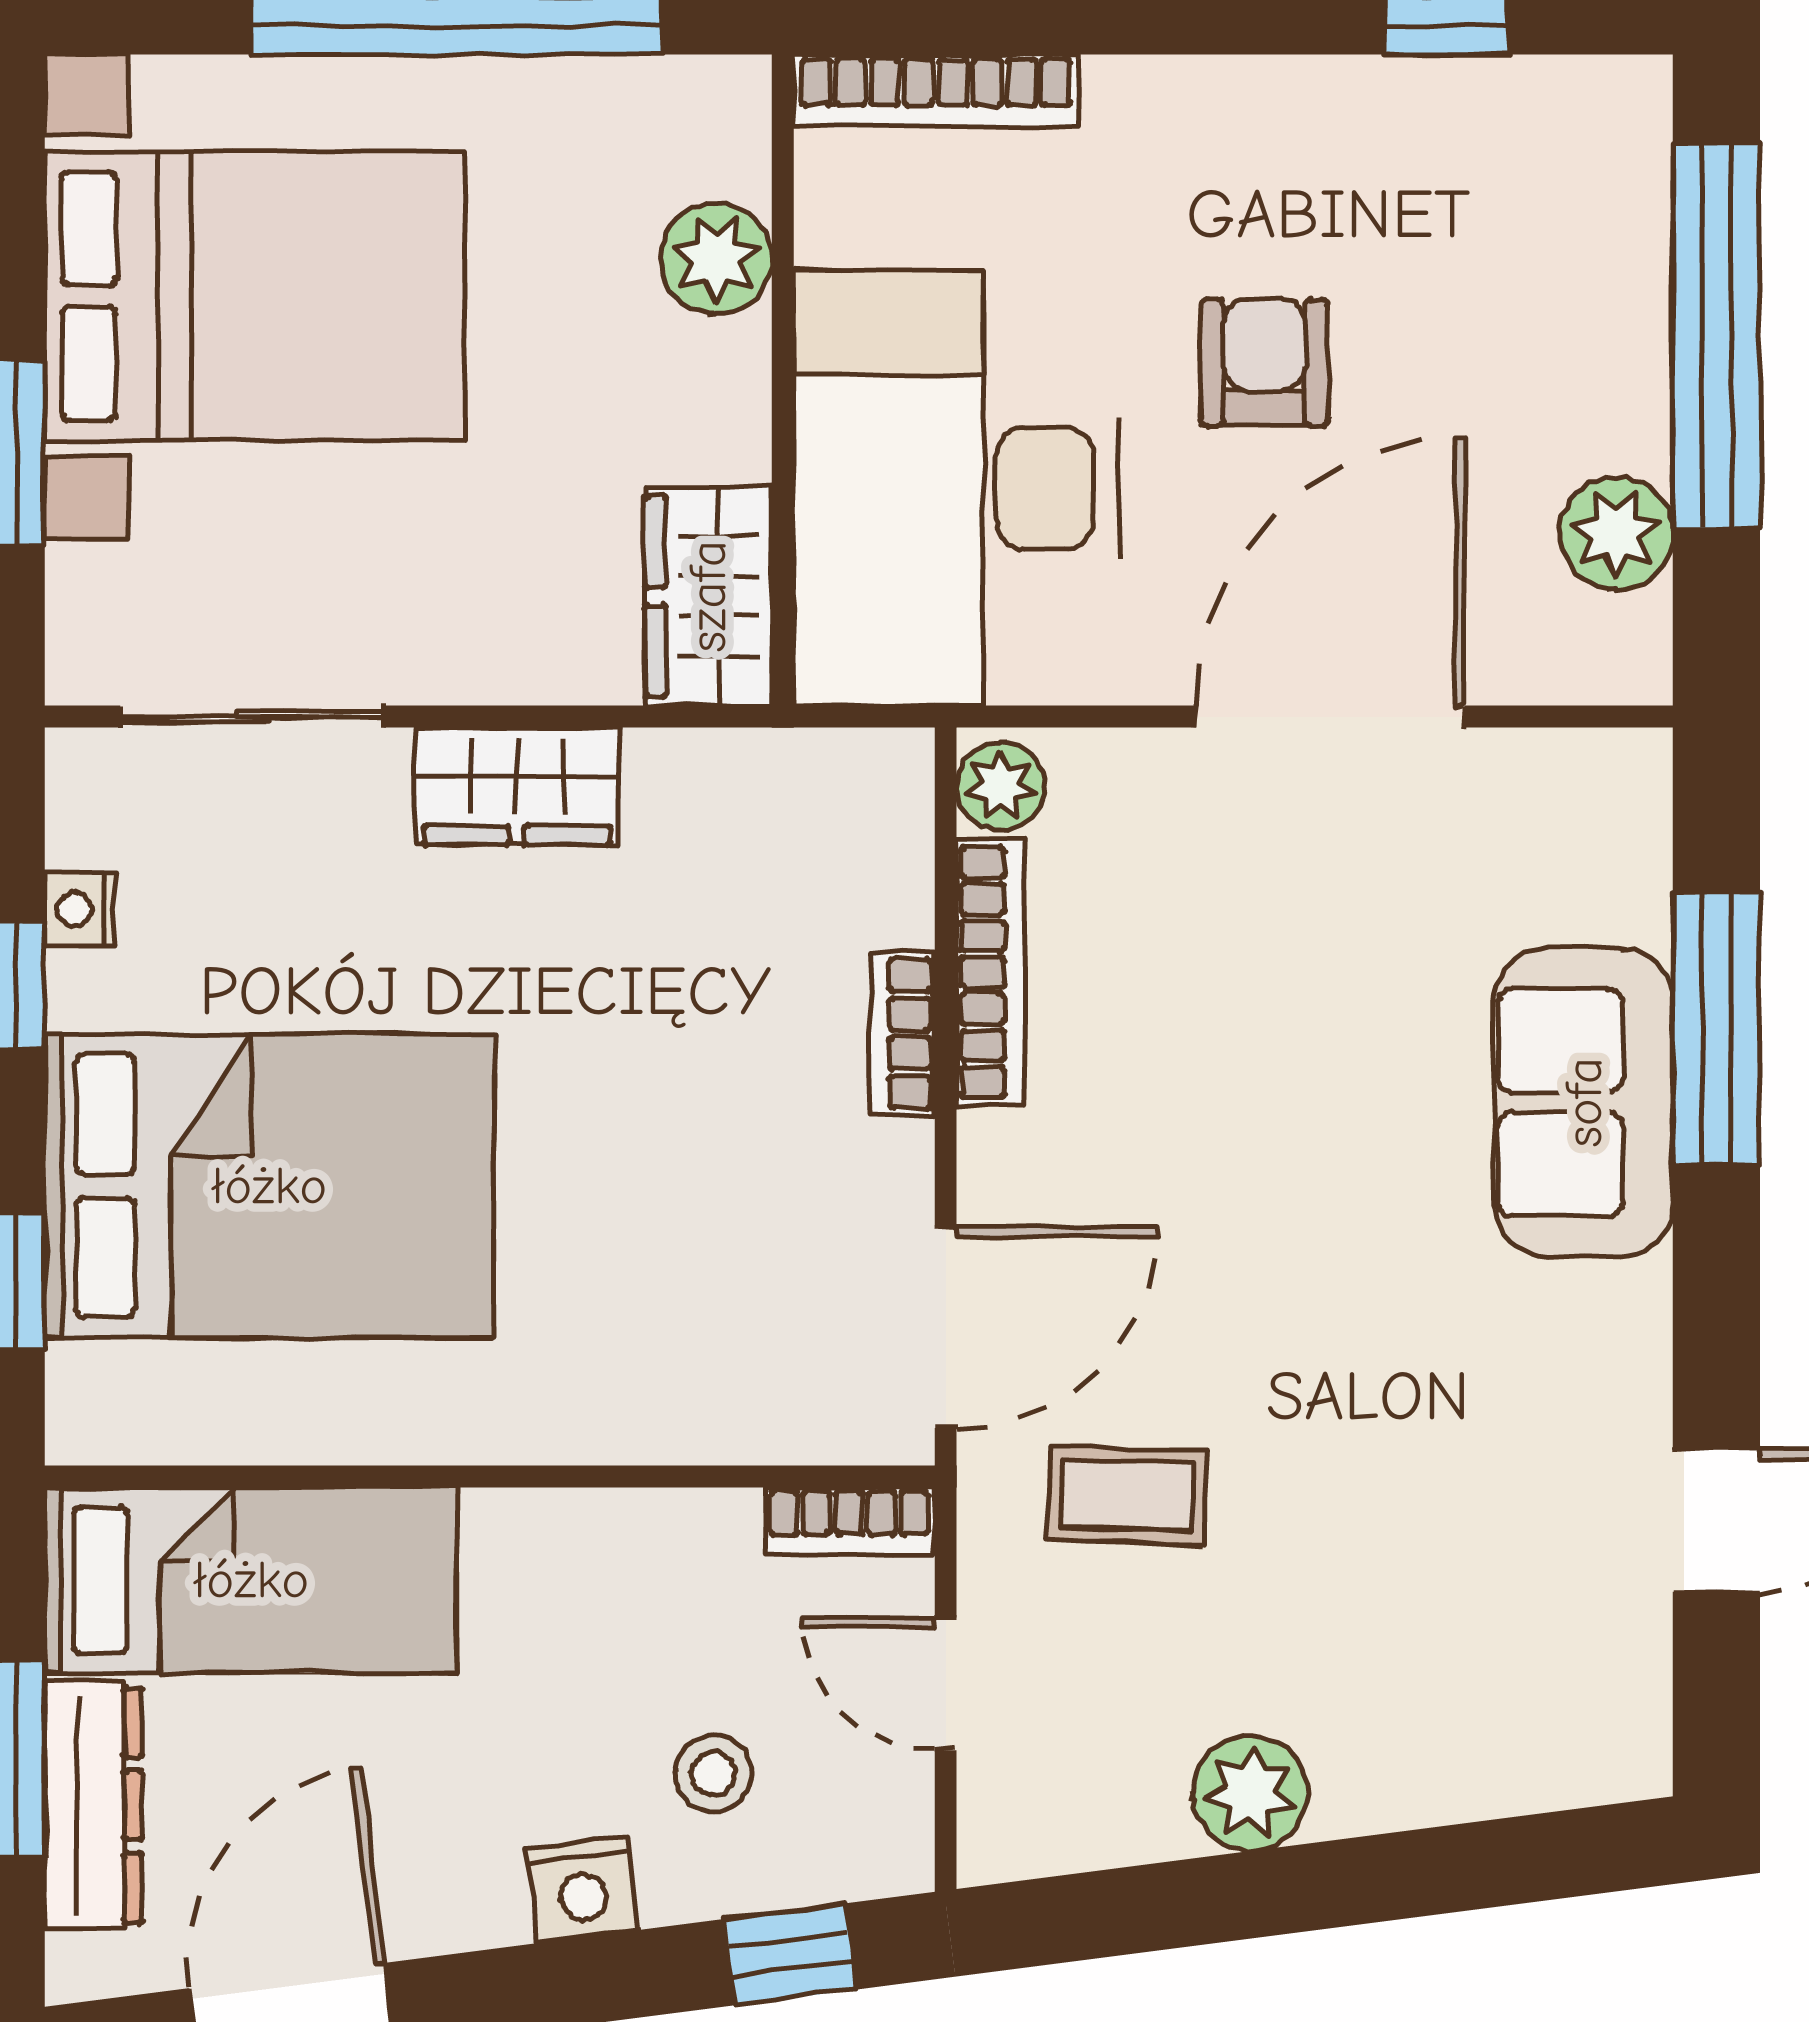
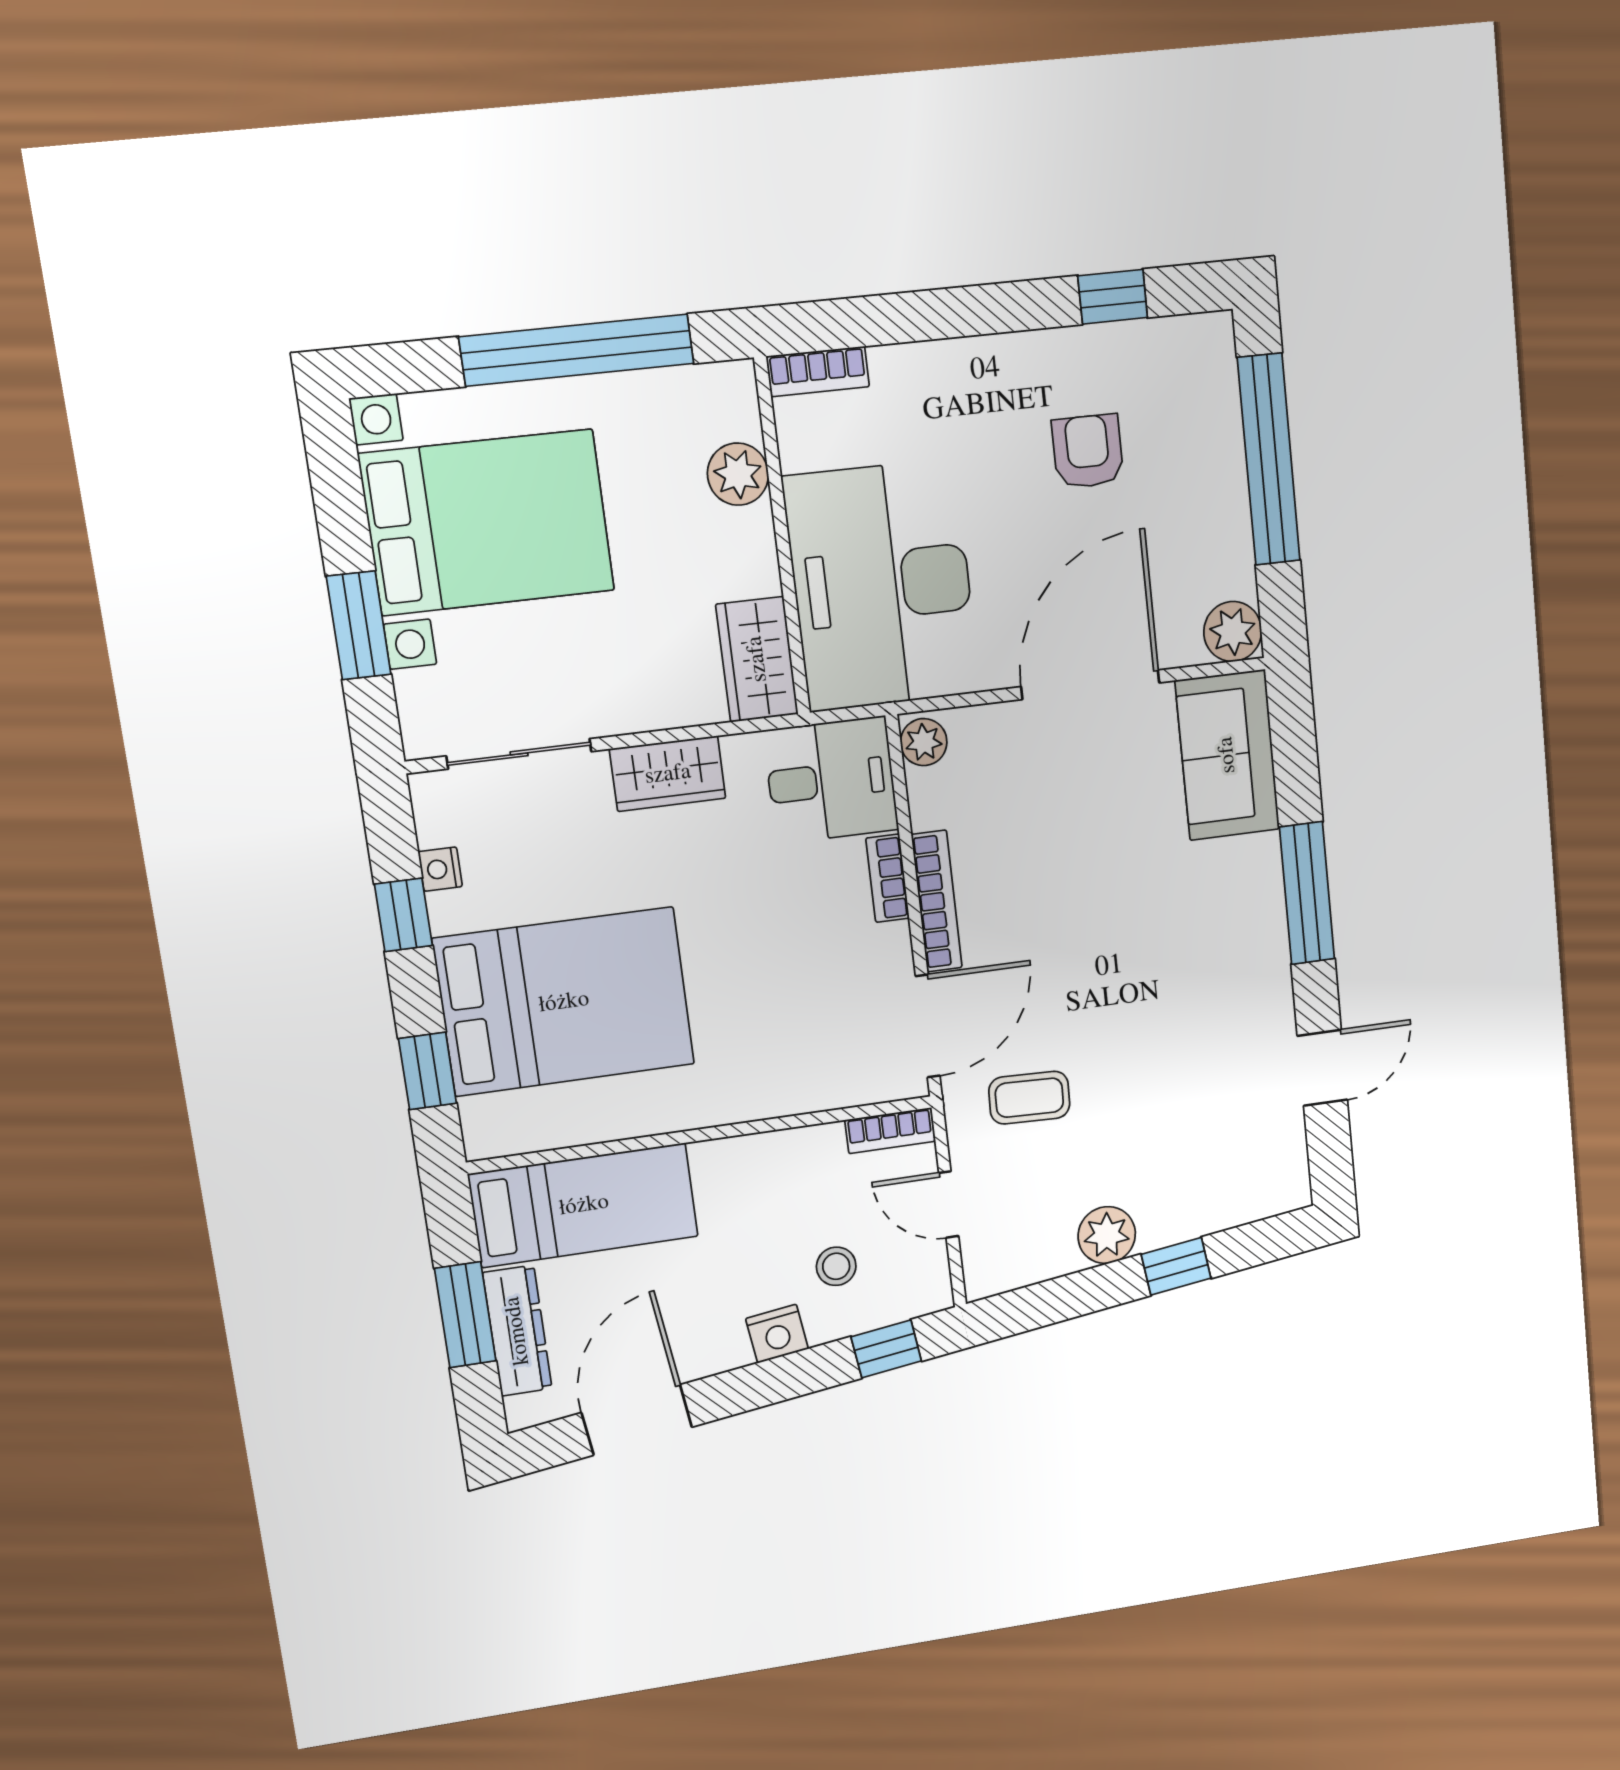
bookcase: (936, 91) -> (818, 371), width x0.64
armchair: (1264, 363) -> (1088, 451), moved
plant: (1616, 533) -> (1233, 632), moved
desk: (818, 836) -> (831, 780), added
bookcase: (991, 972) -> (937, 901), moved
window: (1716, 1029) -> (1307, 893), moved
sofa: (1584, 1102) -> (1227, 755), moved
window: (1383, 1878) -> (1176, 1266), added

